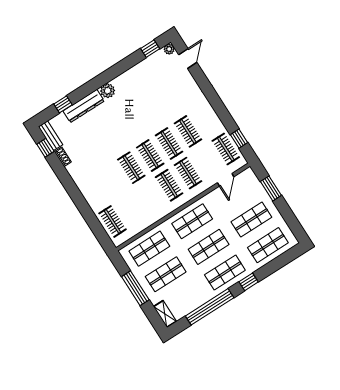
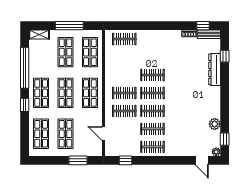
plant: (108, 91) -> (215, 124), moved
clothes rail: (226, 149) -> (152, 147), moved

